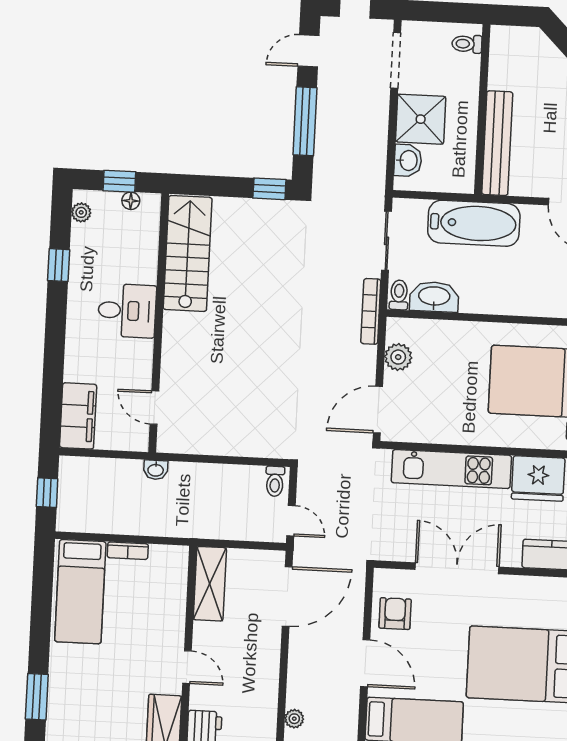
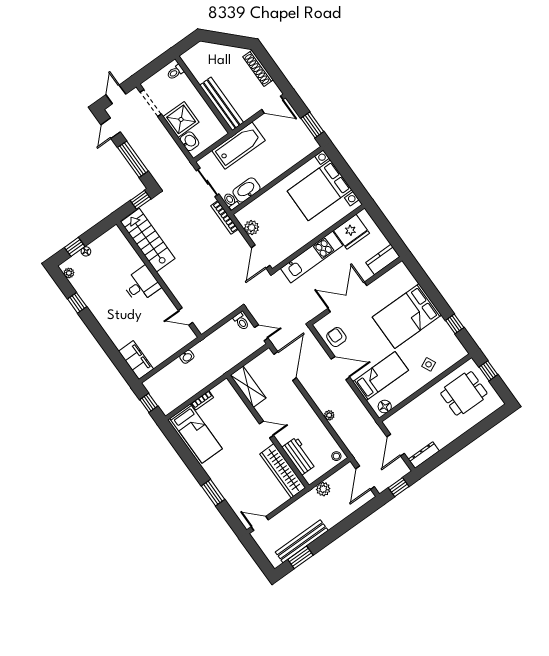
stairs: (188, 253) -> (148, 240), moved
desk: (127, 311) -> (141, 285), moved
wall: (159, 323) -> (159, 279), moved
door: (154, 408) -> (186, 316), moved

